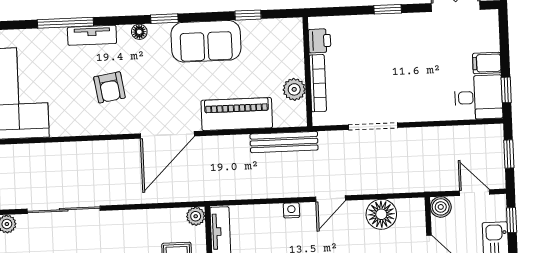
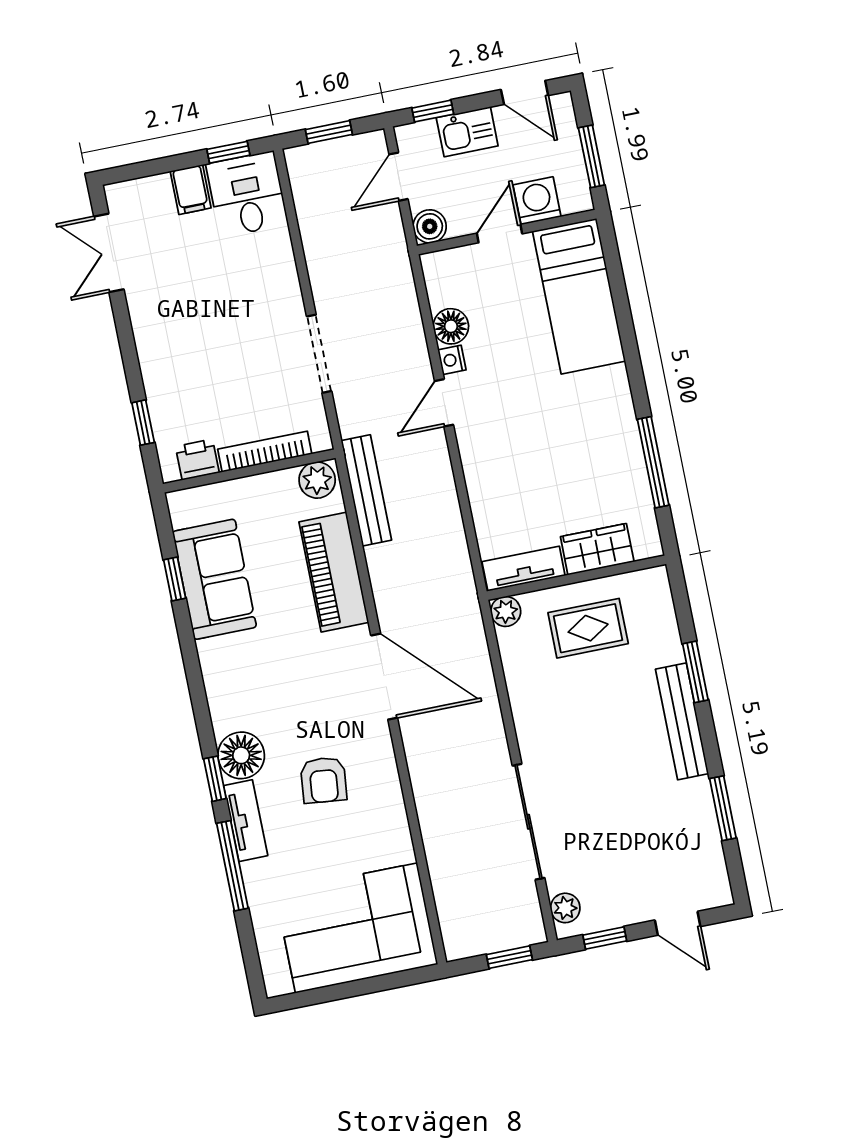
window: (388, 9) -> (143, 423), moved
window: (164, 19) -> (215, 779), moved
floor lamp: (139, 32) -> (241, 755), width x1.89, depth x1.89
sofa: (206, 41) -> (214, 579), moved
armchair: (109, 87) -> (324, 780), turned 105
plant: (294, 89) -> (317, 480), moved
door: (330, 199) -> (444, 403), swing flipped
nightstand: (291, 210) -> (452, 360), moved
floor lamp: (381, 214) -> (451, 326), width x0.73, depth x0.73

